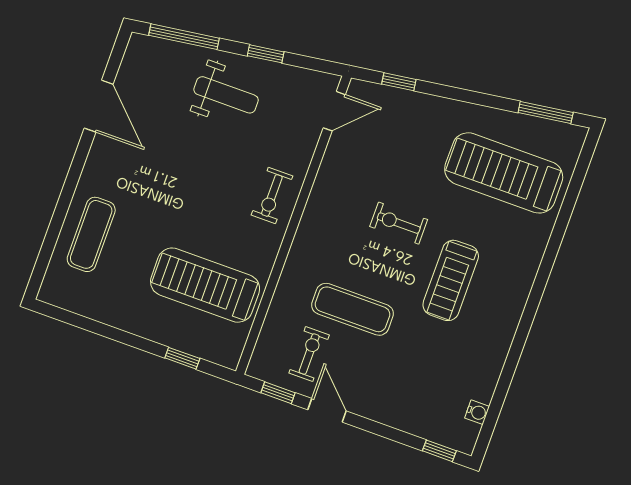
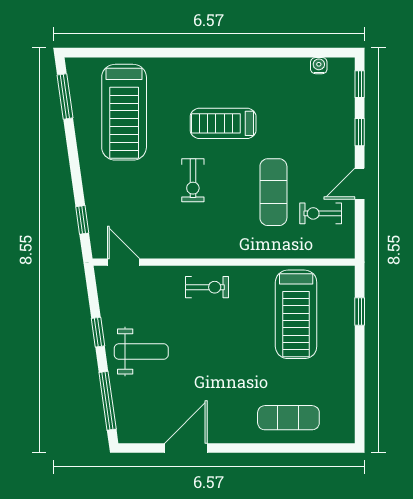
weight bench: (226, 95) -> (141, 352), turned 90
treadmill: (451, 280) -> (223, 123), turned 180
window: (278, 393) -> (360, 132), moved

